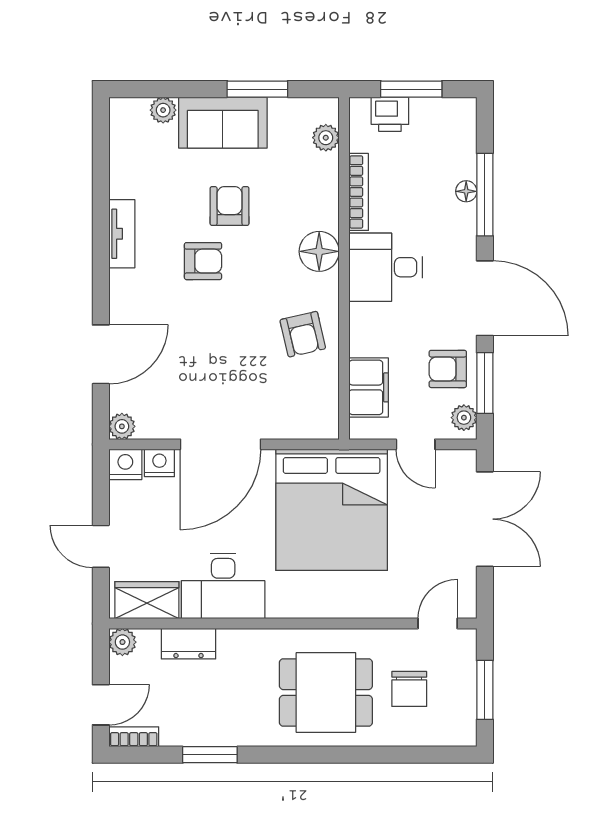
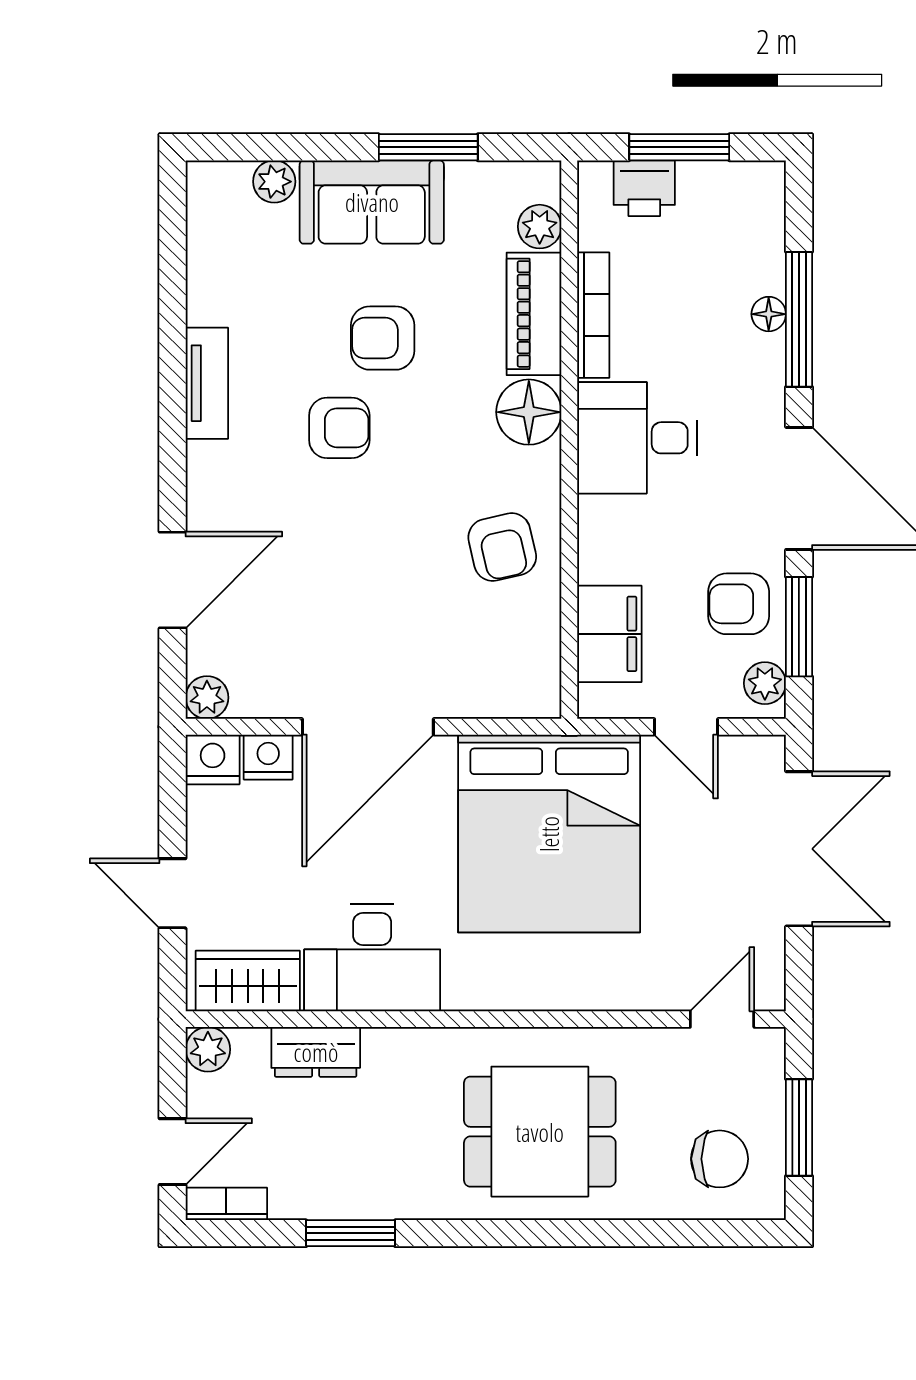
piano: (322, 191) -> (534, 314), added
armchair: (230, 206) -> (383, 338), turned -90
chair: (409, 689) -> (720, 1159), moved, turned -90

